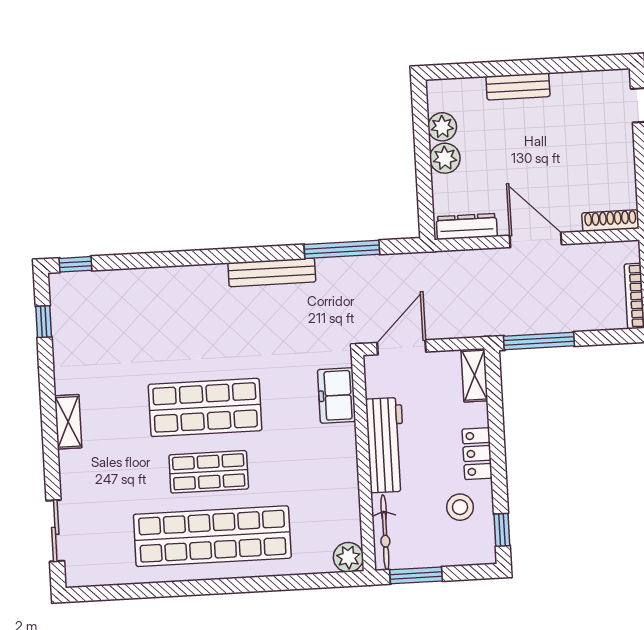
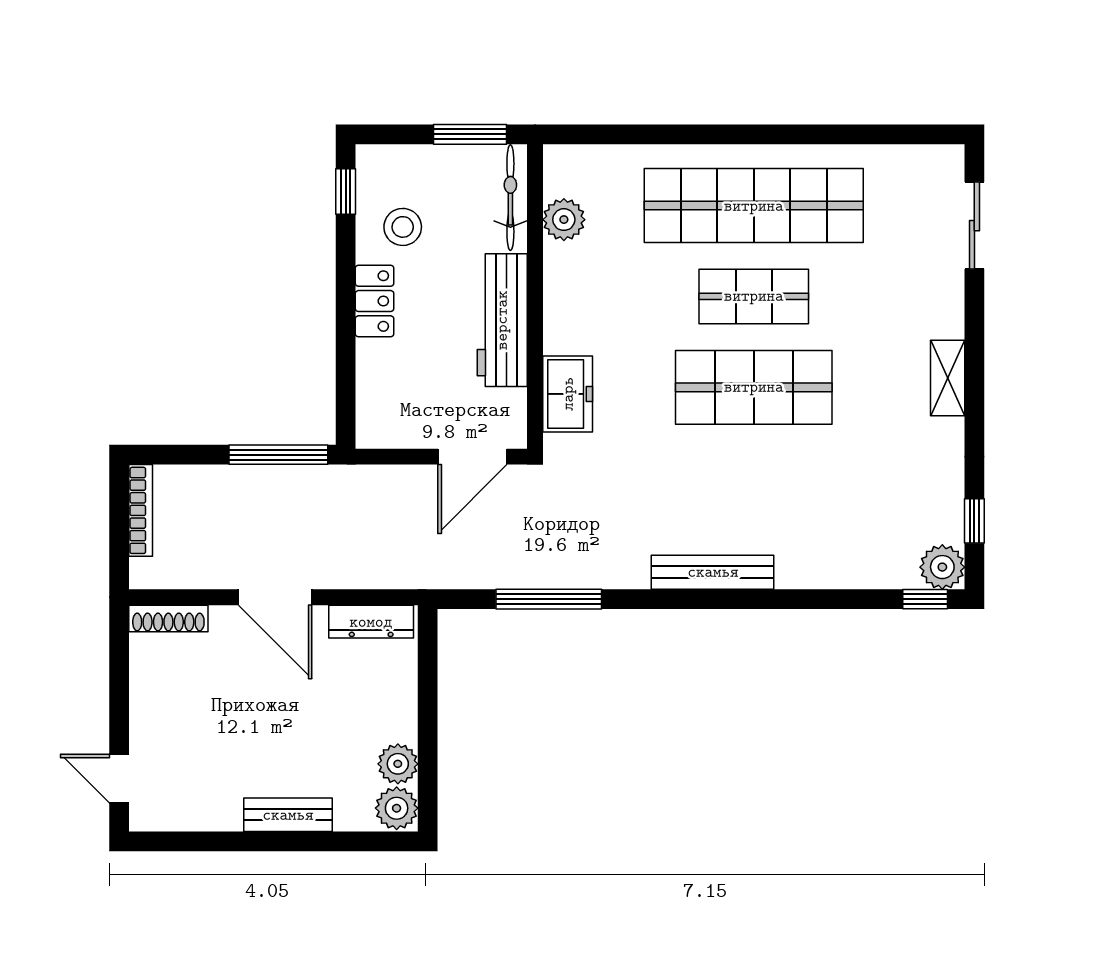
plant: (445, 158) -> (397, 808), moved
bench: (272, 272) -> (713, 572), moved
plant: (64, 288) -> (942, 567), added
shelving: (474, 375) -> (372, 412), removed
plant: (348, 557) -> (564, 220), moved

